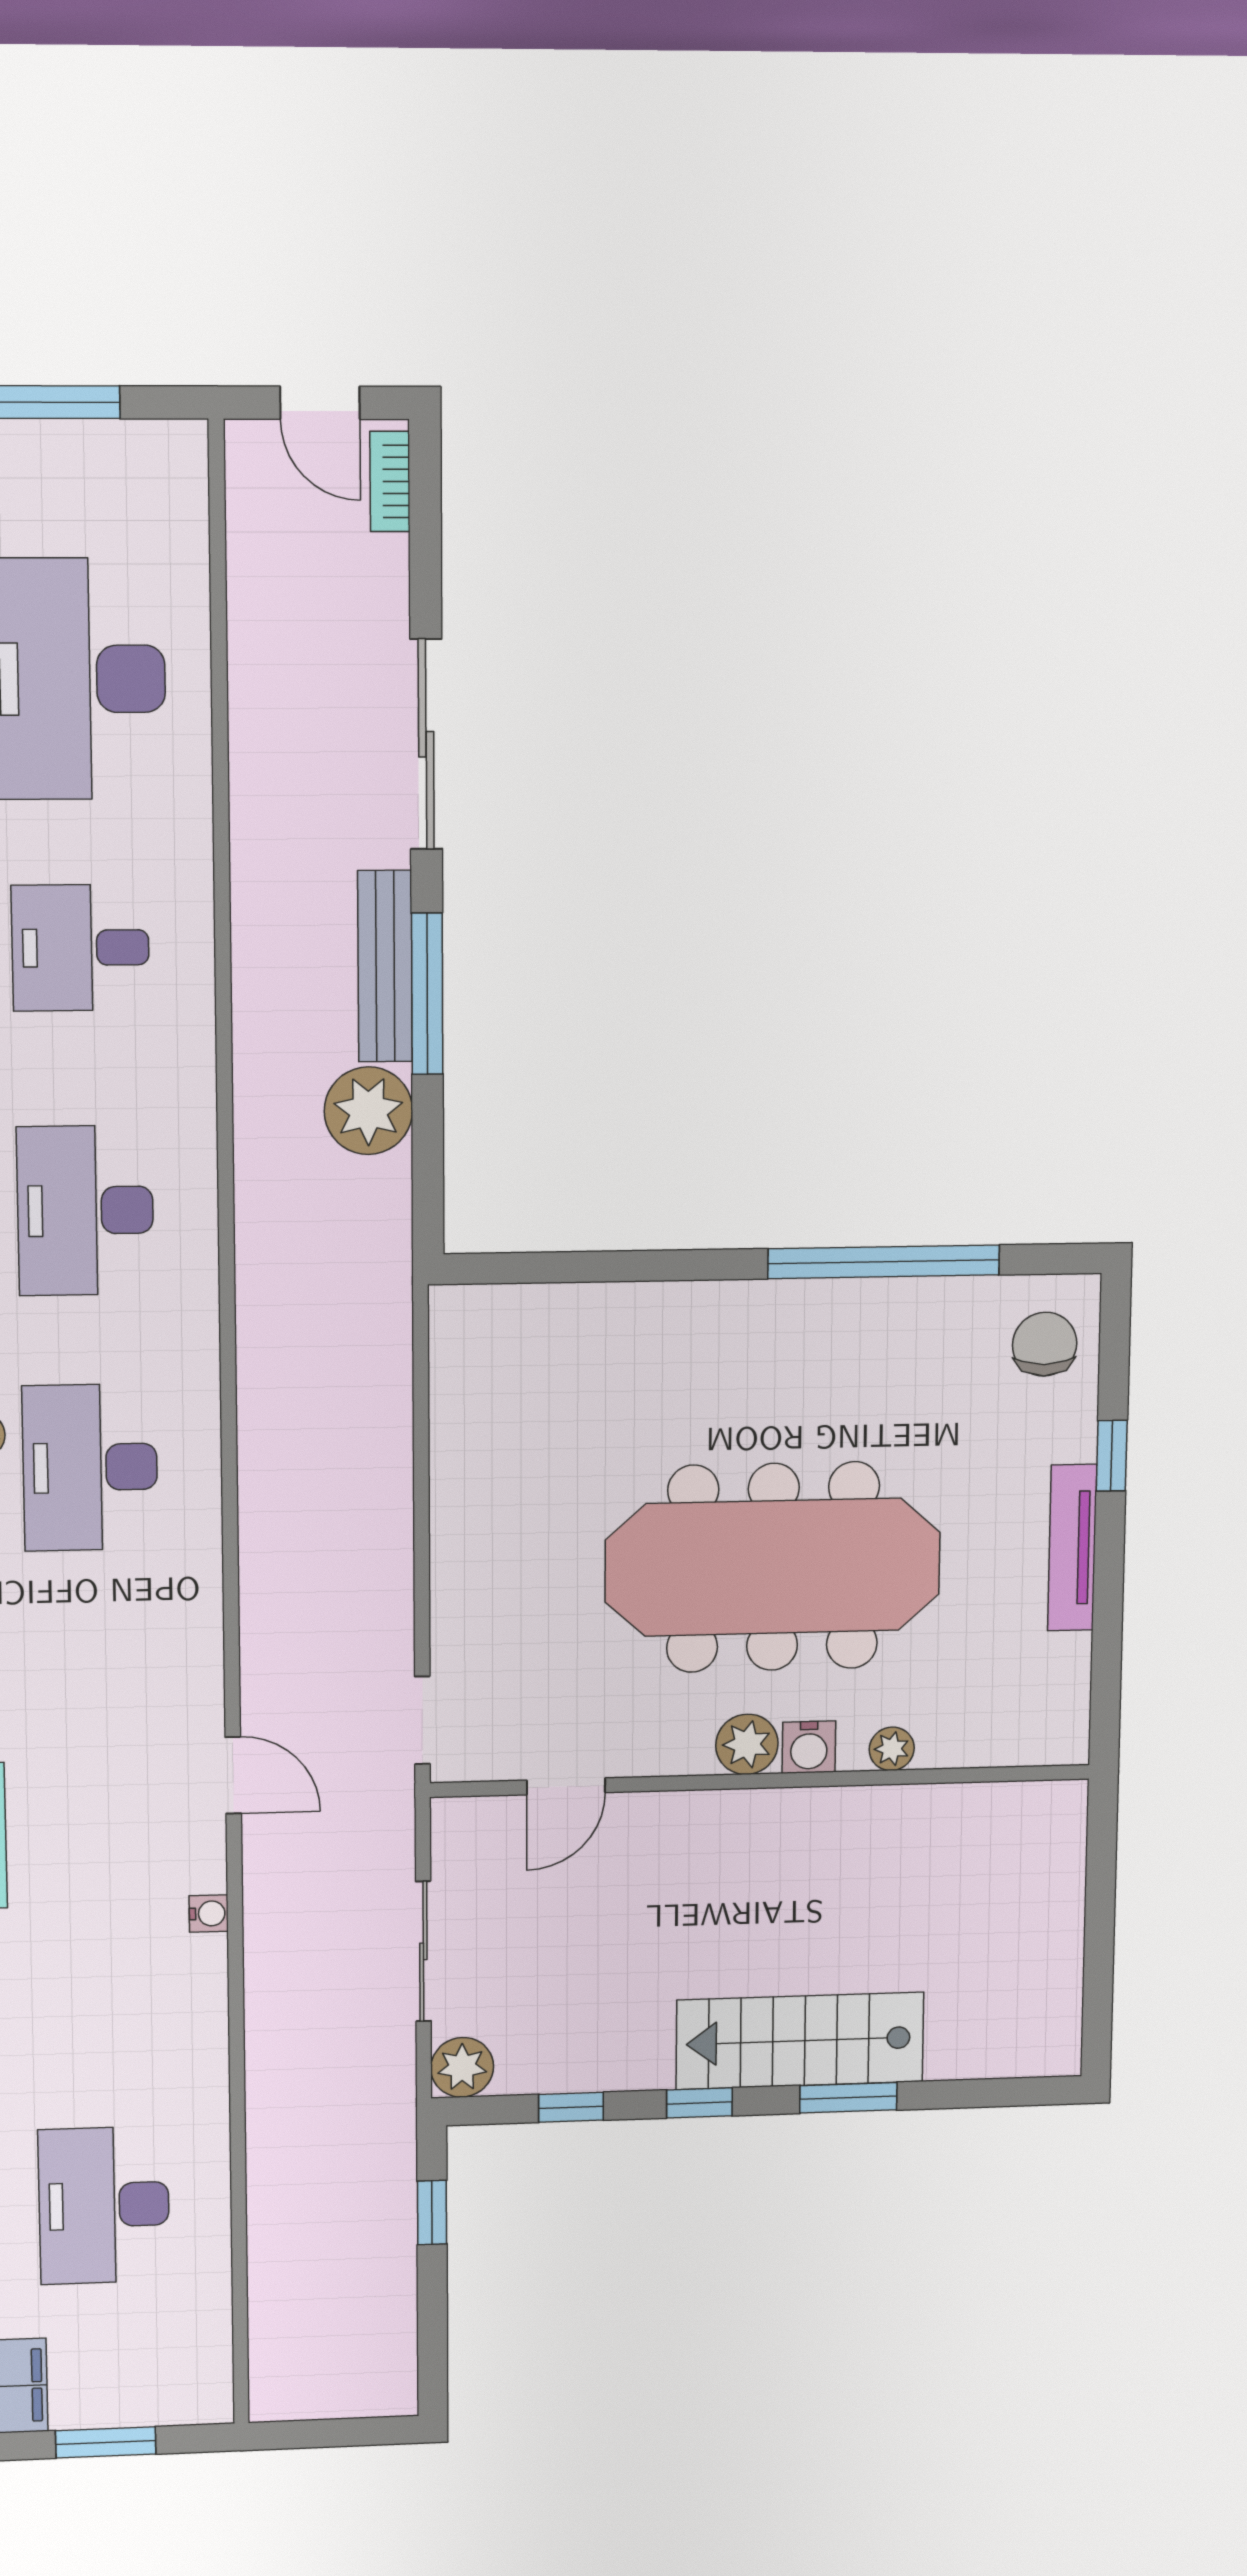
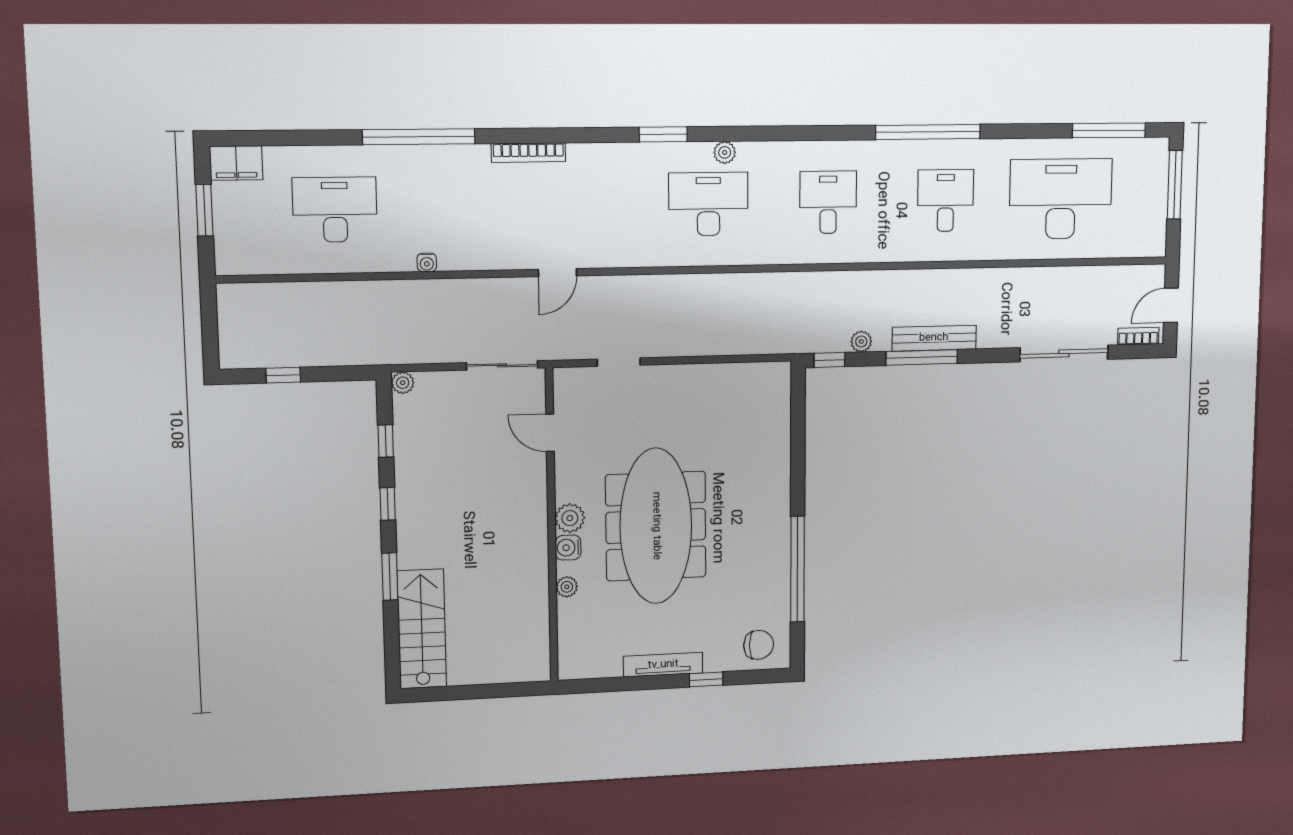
sliding door: (426, 744) -> (1064, 353), moved
plant: (368, 1111) -> (861, 342), width x0.53, depth x0.53
window: (428, 1201) -> (829, 360), added
desk: (85, 1211) -> (828, 202), width x0.73
doorway: (422, 1720) -> (619, 362), moved
water cooler: (209, 1914) -> (427, 262), moved
sliding door: (423, 1951) -> (502, 365), moved
stairs: (800, 2041) -> (422, 629), moved
plant: (462, 2067) -> (403, 383), width x0.73, depth x0.73
window: (432, 2213) -> (283, 375), moved

